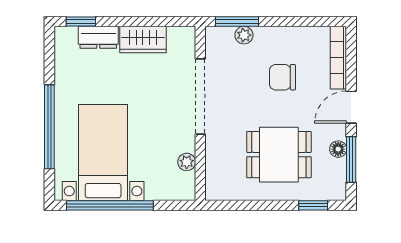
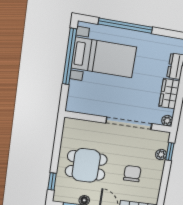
window: (237, 21) -> (170, 151), width x0.67
dining table: (279, 155) -> (86, 165), turned 90
plant: (187, 162) -> (167, 121), moved

